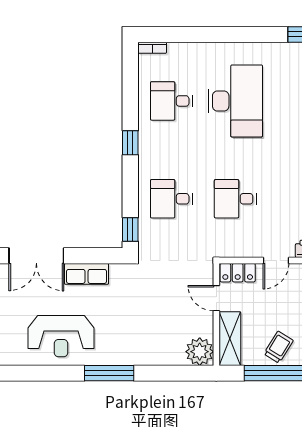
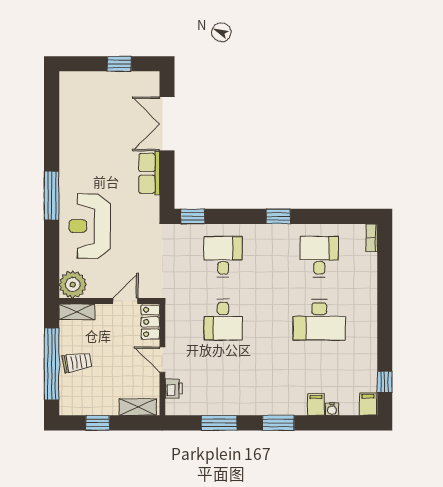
desk: (235, 101) -> (319, 320), width x0.73, depth x0.77
desk: (235, 199) -> (223, 320), turned 180
reception desk: (61, 336) -> (90, 226), moved
shelving: (230, 339) -> (77, 312), width x0.67, depth x0.75
trolley: (278, 347) -> (77, 362), turned -41

